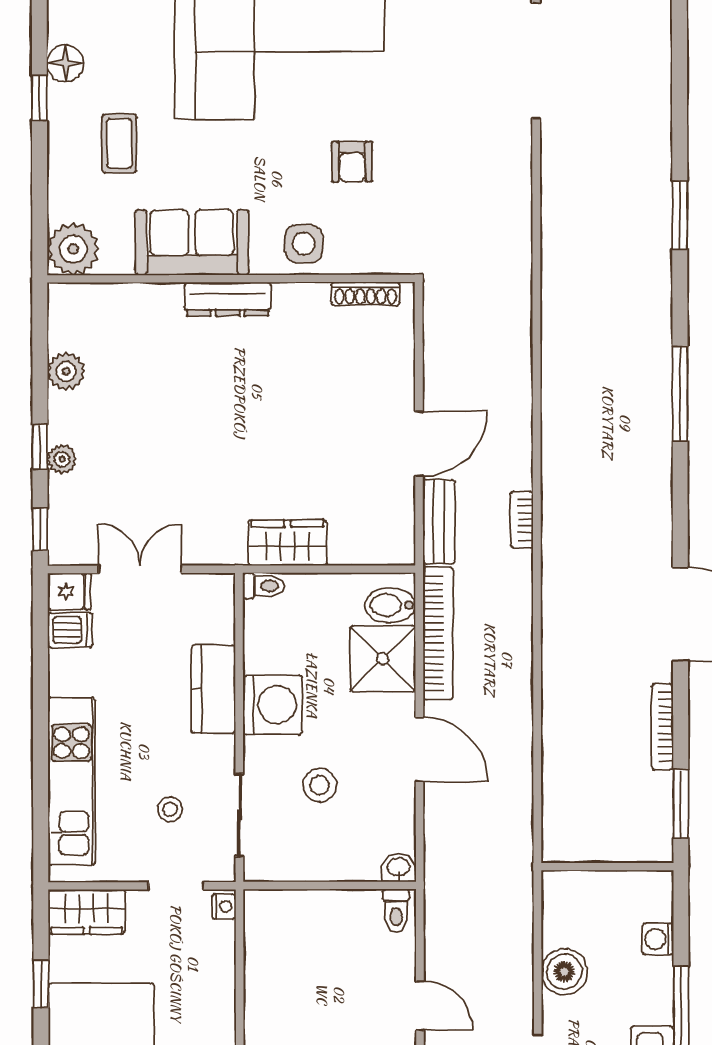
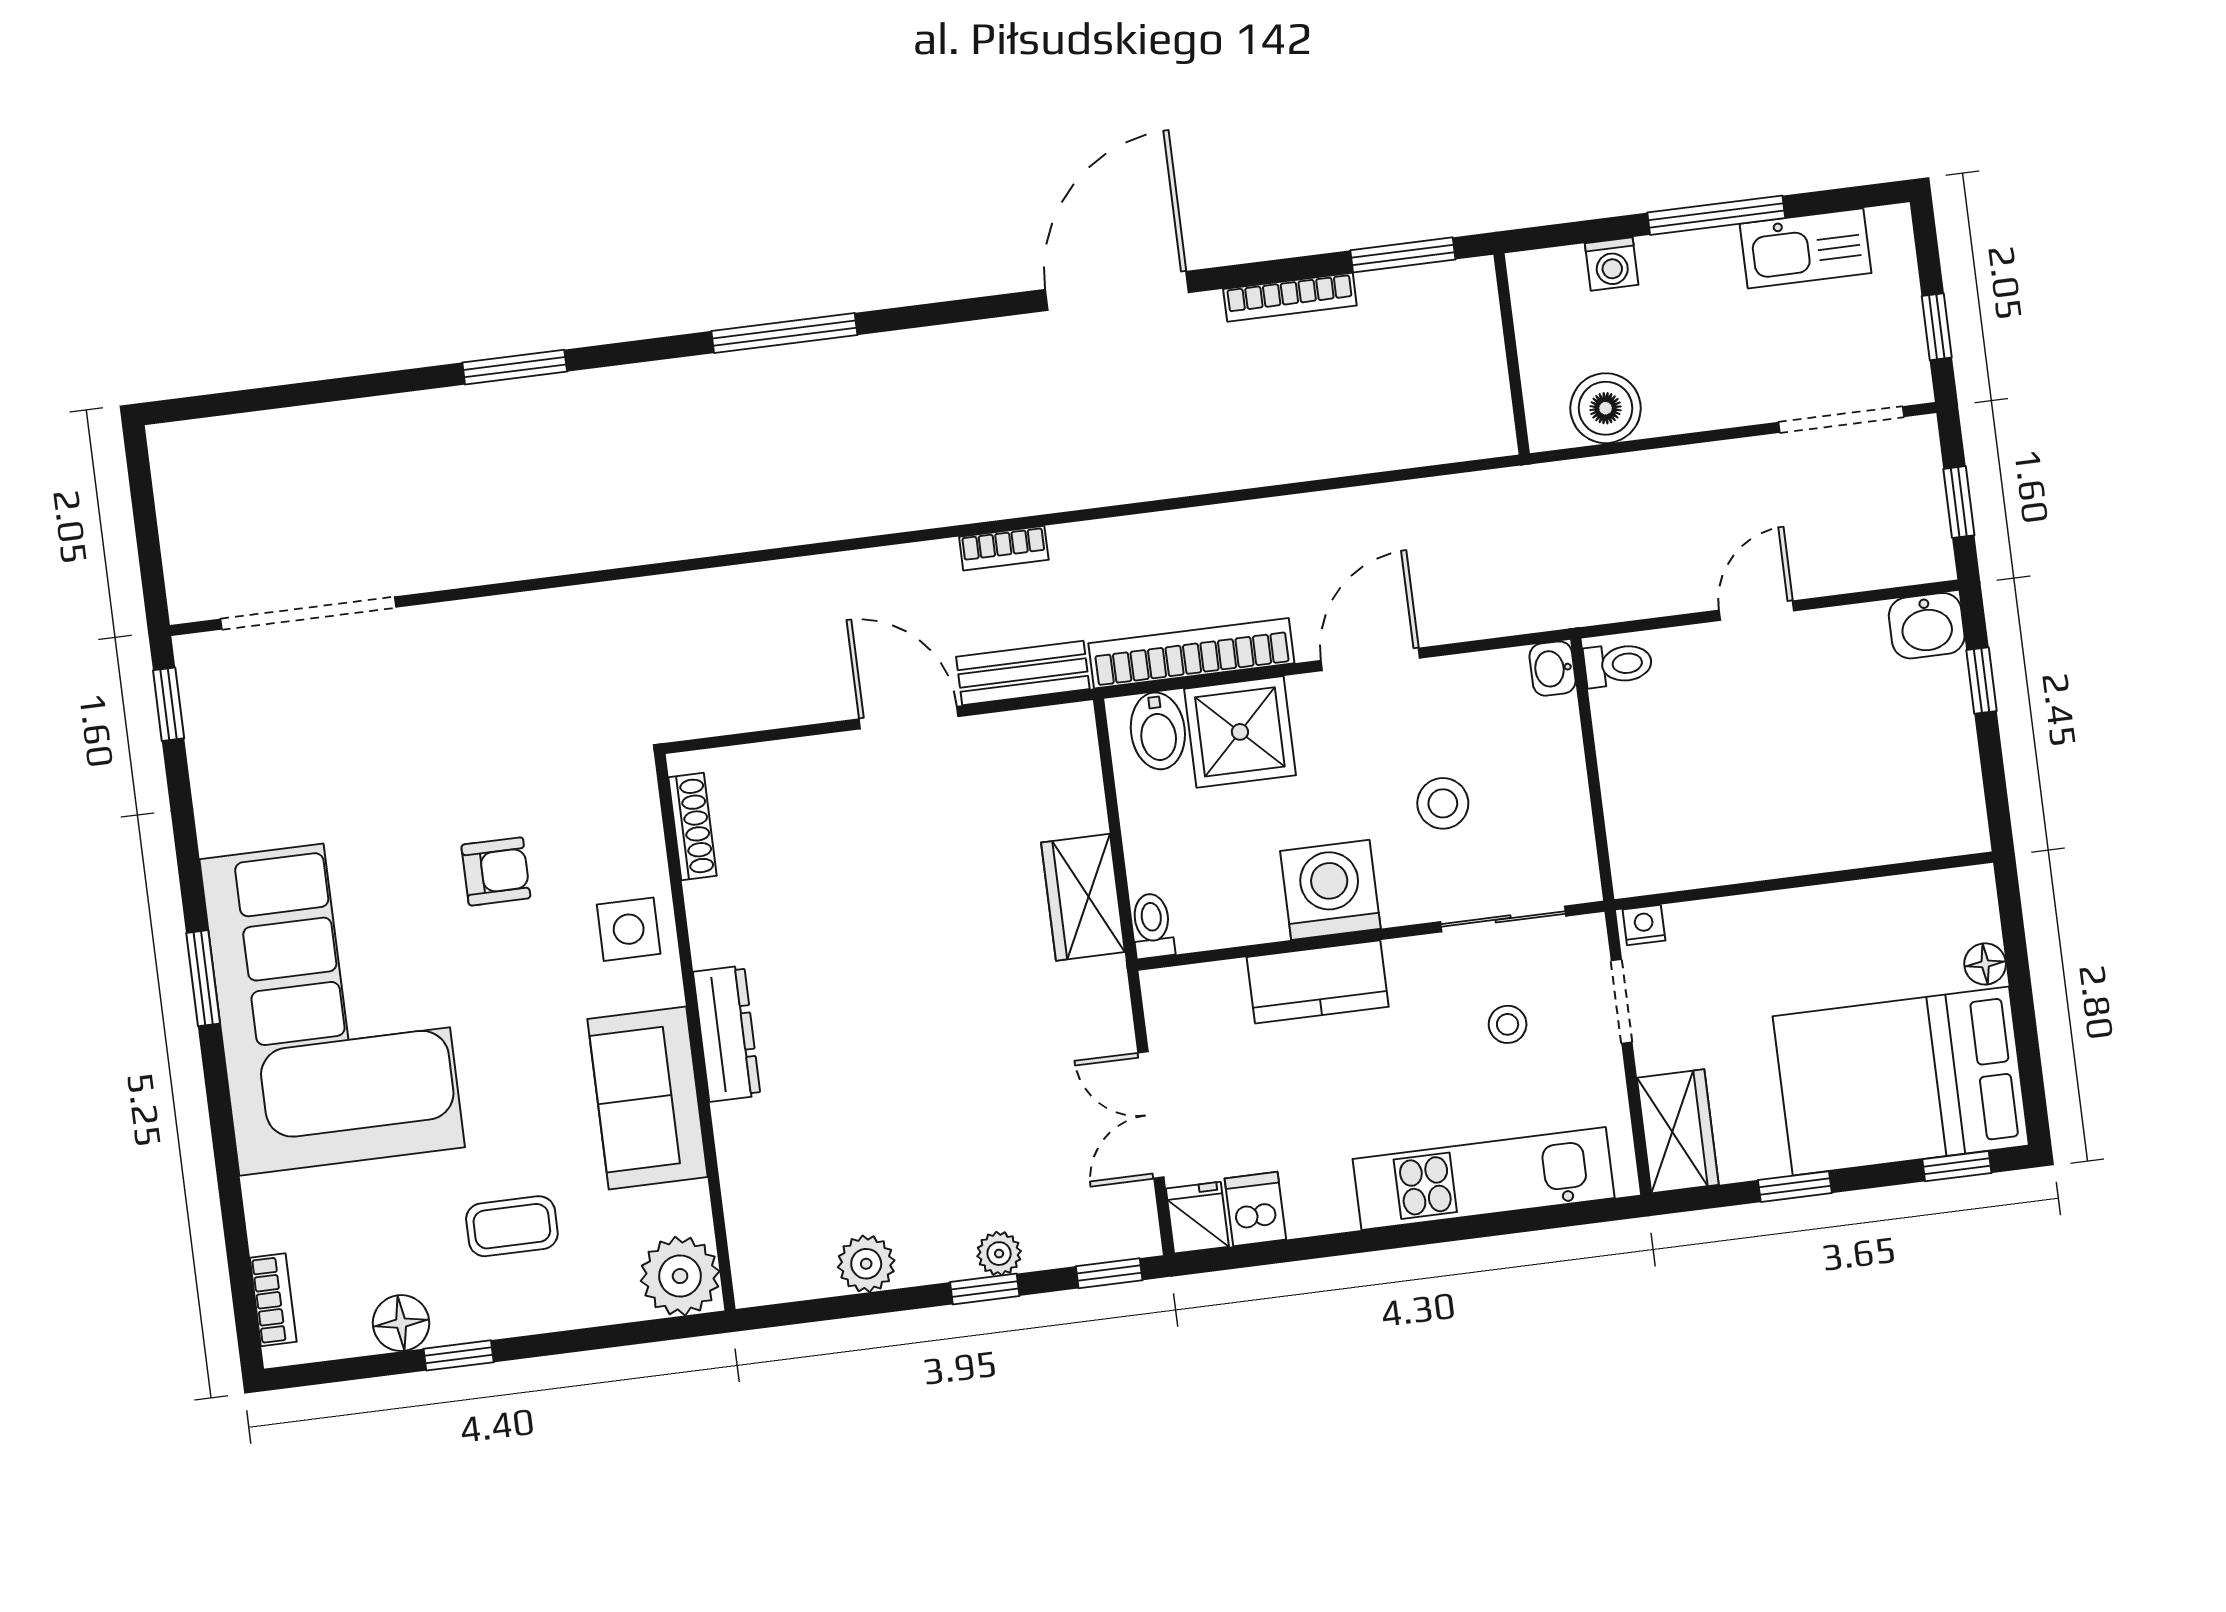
boiler: (564, 972) -> (1606, 408), moved

